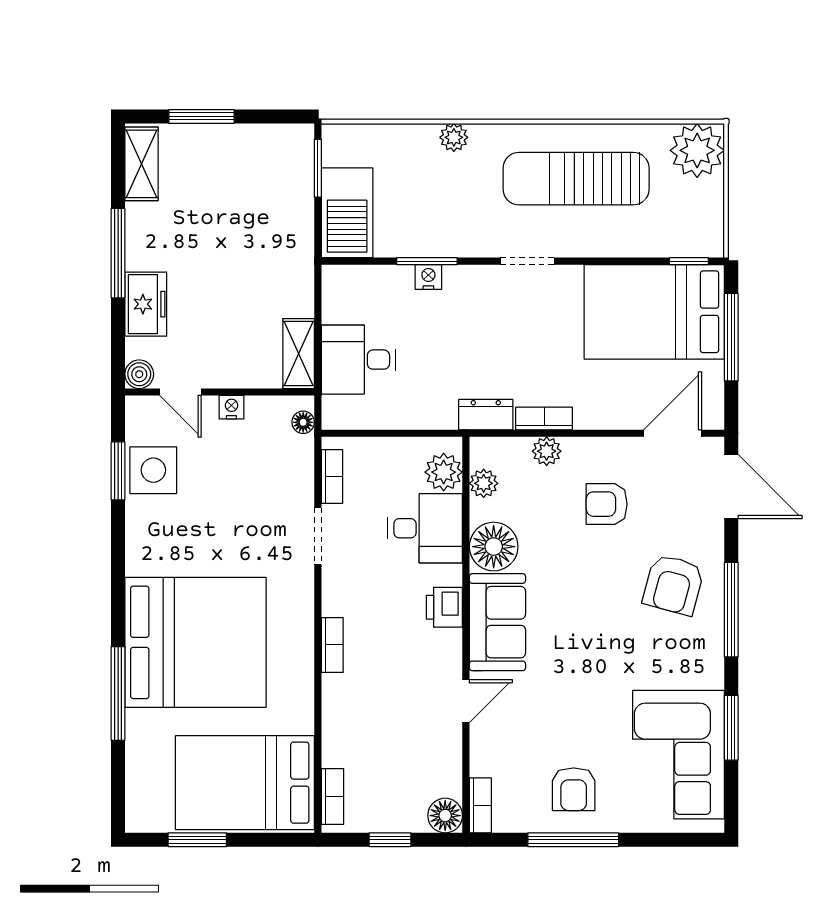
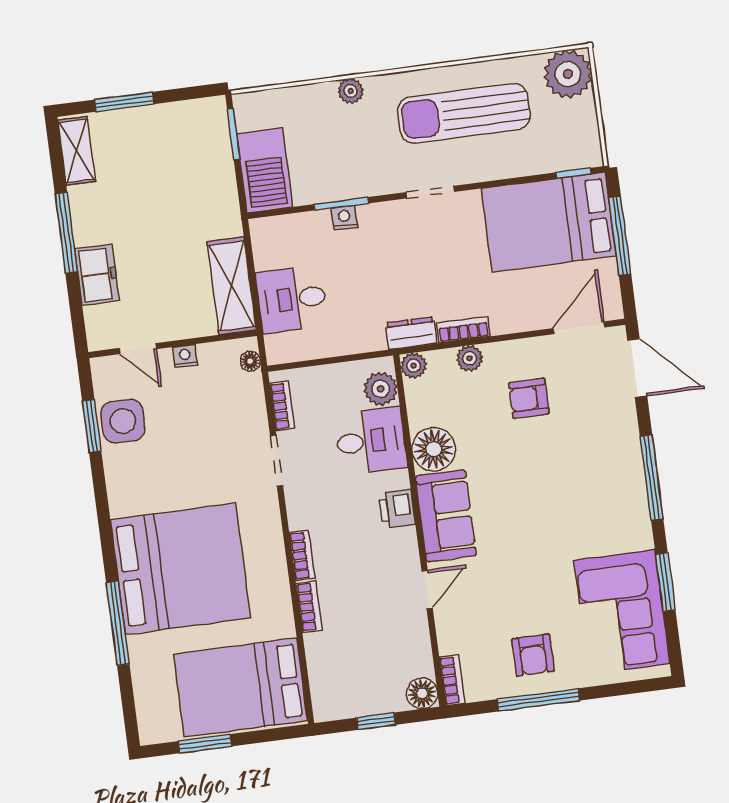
shelving: (299, 354) -> (232, 286), width x1.50, depth x1.33
boiler: (139, 374) -> (99, 338), removed
plant: (484, 483) -> (414, 366), moved
armchair: (673, 585) -> (597, 462), removed
bookcase: (332, 796) -> (309, 607), moved

